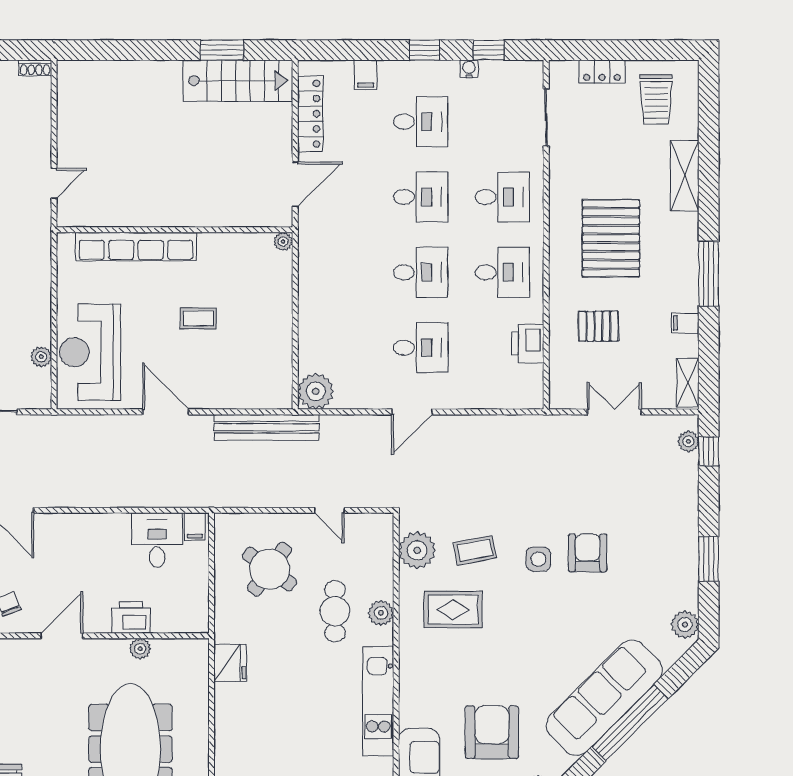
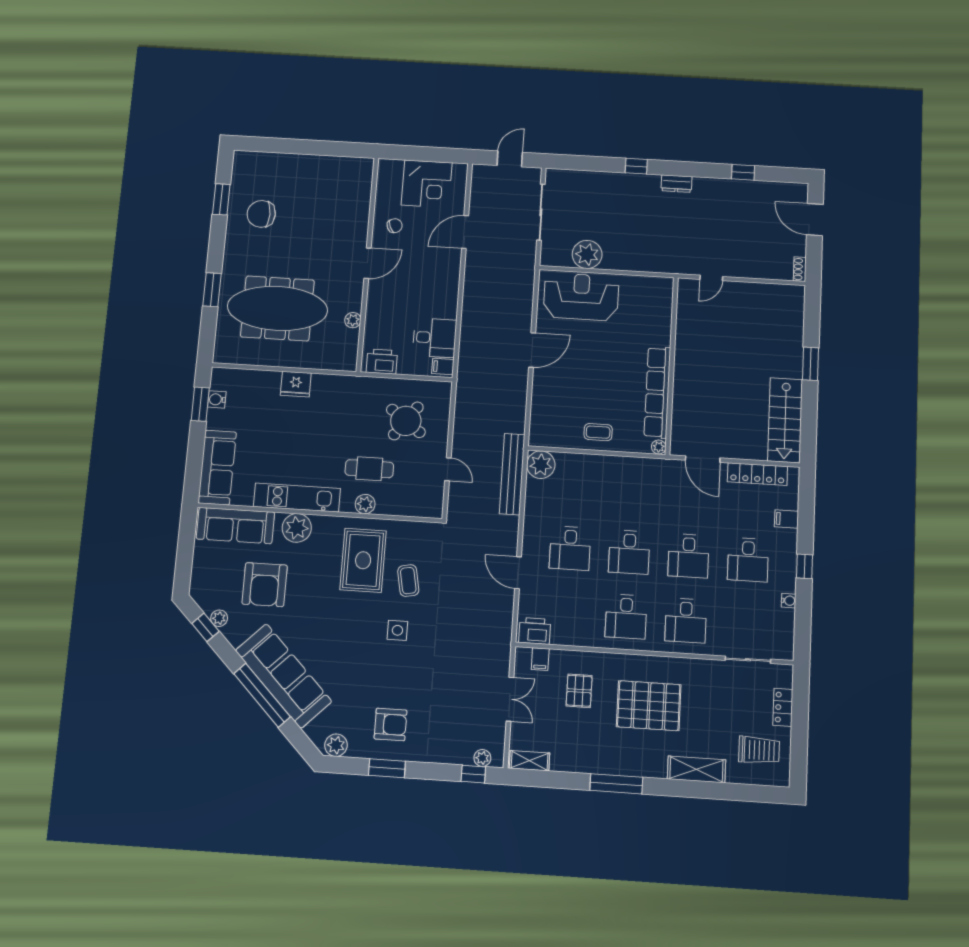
window: (222, 50) -> (811, 364), moved
window: (489, 50) -> (803, 617), removed
trolley: (656, 99) -> (759, 750), turned 180
door: (54, 183) -> (711, 278), hinge flipped
row of seats: (136, 247) -> (657, 392), moved
coffee table: (198, 318) -> (598, 432), moved, turned 90
filing cabinet: (685, 323) -> (540, 659), moved, turned 180
printer: (528, 344) -> (535, 631), moved
plant: (41, 357) -> (587, 254), width x1.87, depth x1.87
door: (412, 412) -> (518, 573), moved
bench: (267, 427) -> (512, 474), moved
door: (329, 510) -> (448, 469), swing flipped
plant: (417, 550) -> (297, 528), moved
armchair: (588, 553) -> (391, 724), moved
rug: (453, 610) -> (363, 560), width x1.36, depth x1.43
printer: (131, 617) -> (382, 362), moved, turned -90
door: (62, 636) -> (368, 263), hinge flipped
fridge: (230, 663) -> (296, 384), moved
armchair: (492, 732) -> (265, 585), turned 90

